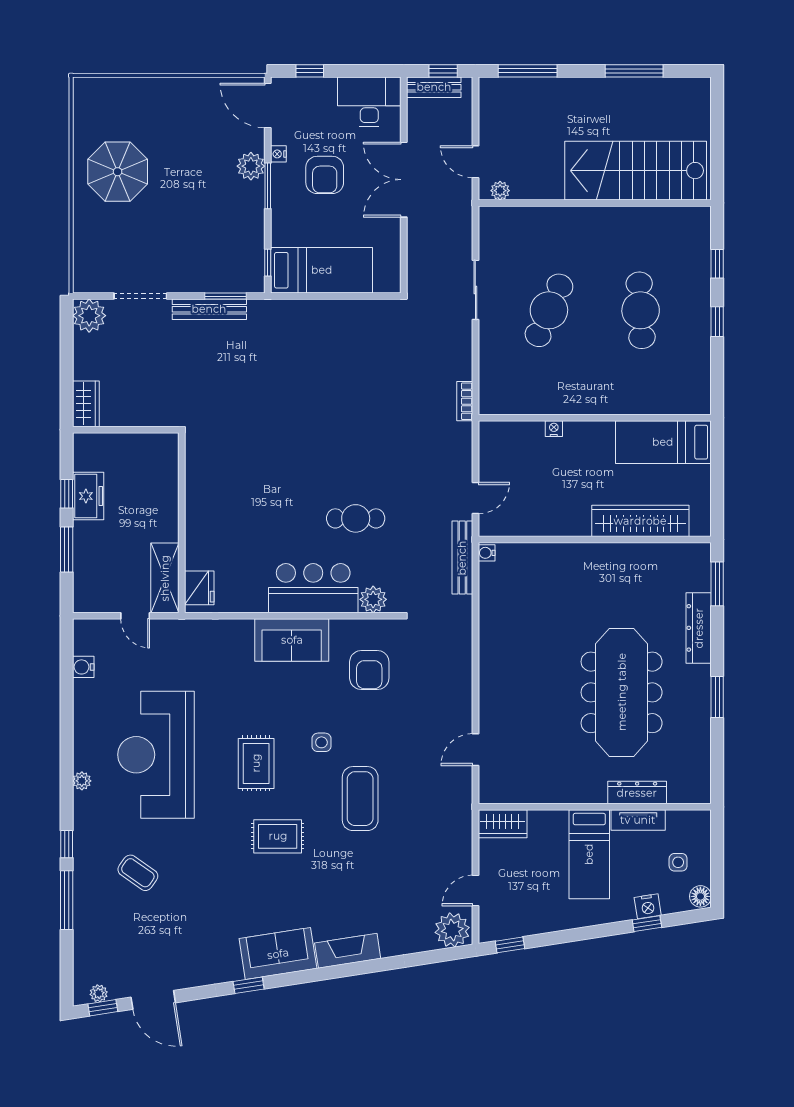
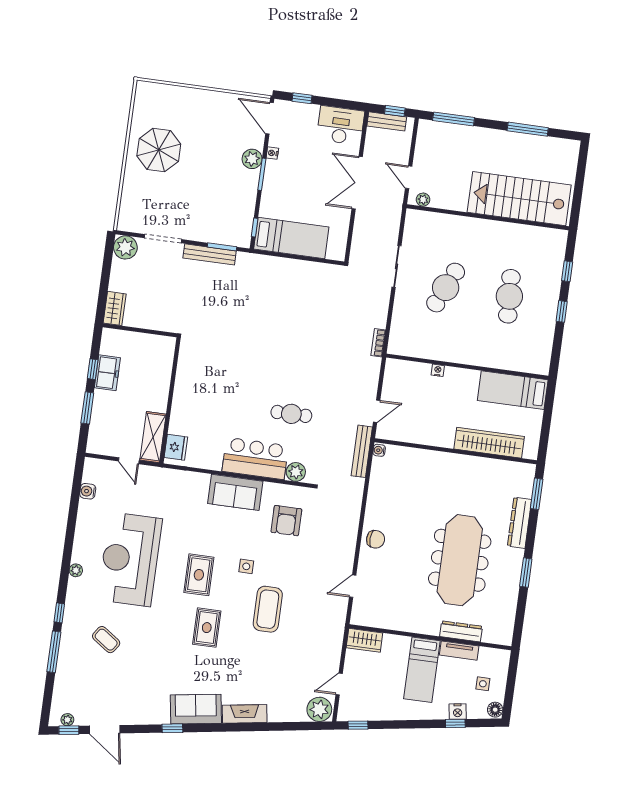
armchair: (325, 175) -> (303, 172), removed
chair: (499, 679) -> (376, 539), added
rug: (278, 836) -> (207, 628), turned 90

